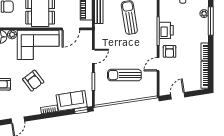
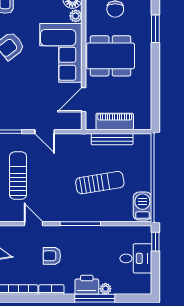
door: (71, 29) -> (84, 100), hinge flipped
printer: (166, 30) -> (87, 285), moved, turned 180
armchair: (170, 51) -> (52, 256), moved

